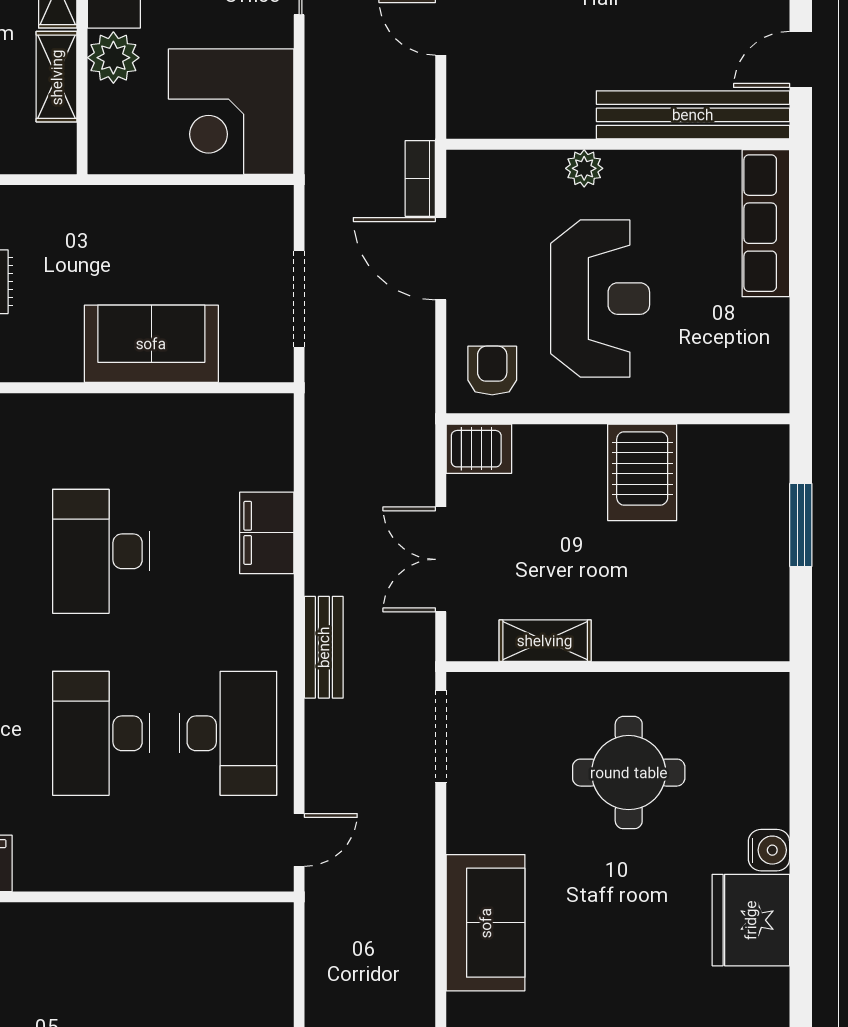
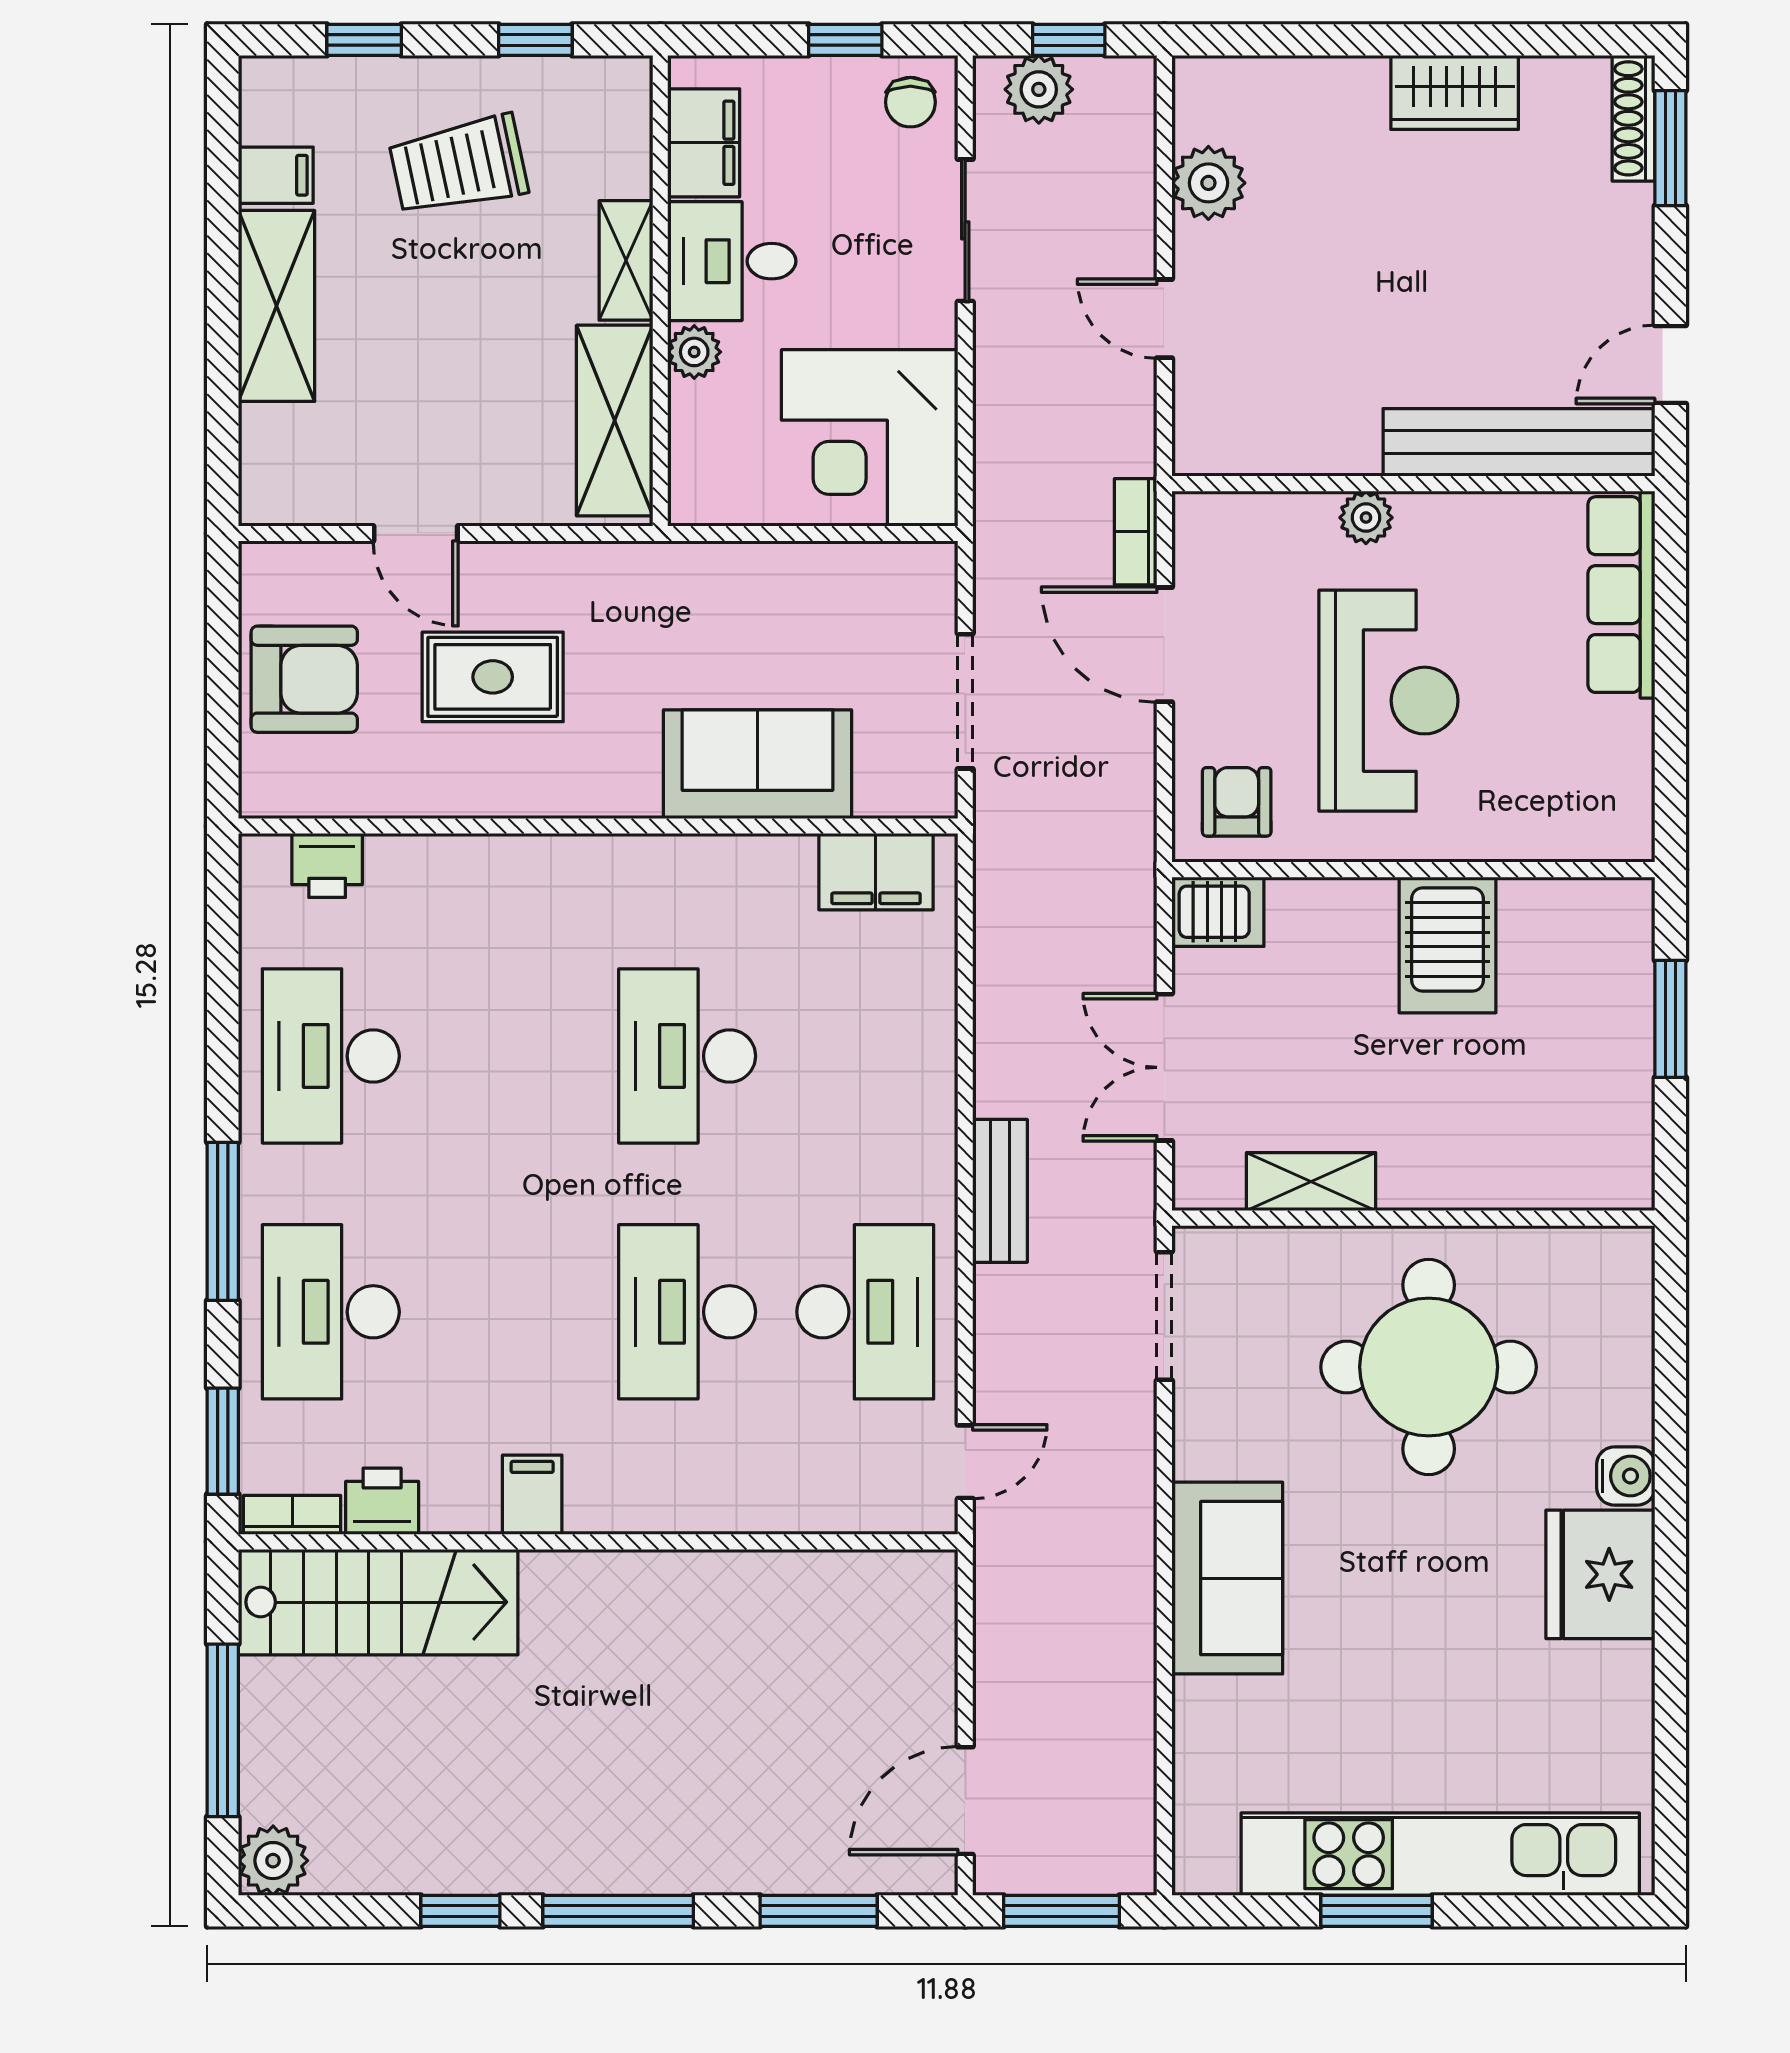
plant: (113, 58) -> (694, 352), width x0.73, depth x0.73
shelving: (57, 77) -> (615, 421), width x1.50, depth x1.33
filing cabinet: (267, 533) -> (876, 872), moved, turned -90
round table: (629, 773) -> (1429, 1367), width x1.36, depth x1.36

